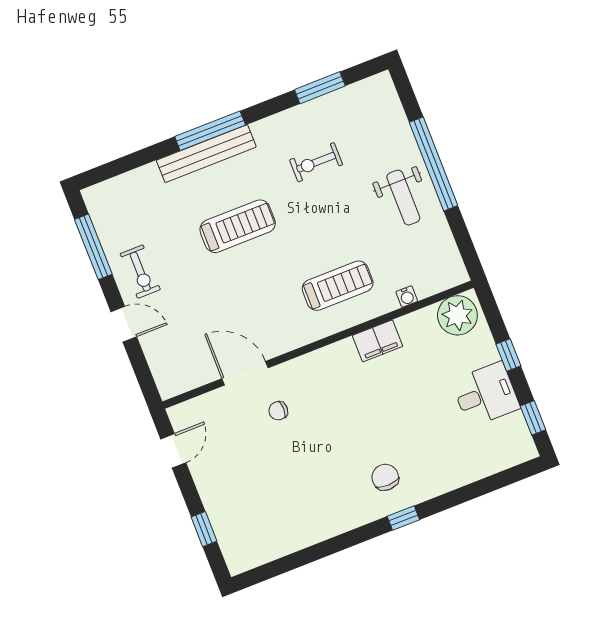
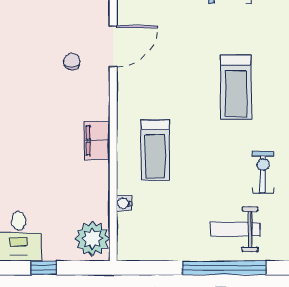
weight bench: (403, 198) -> (235, 229), moved
filing cabinet: (378, 341) -> (97, 141), moved

